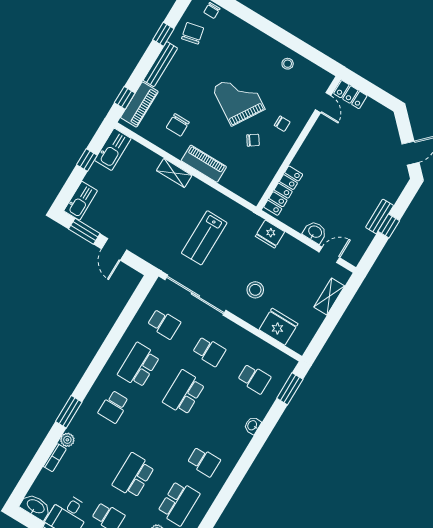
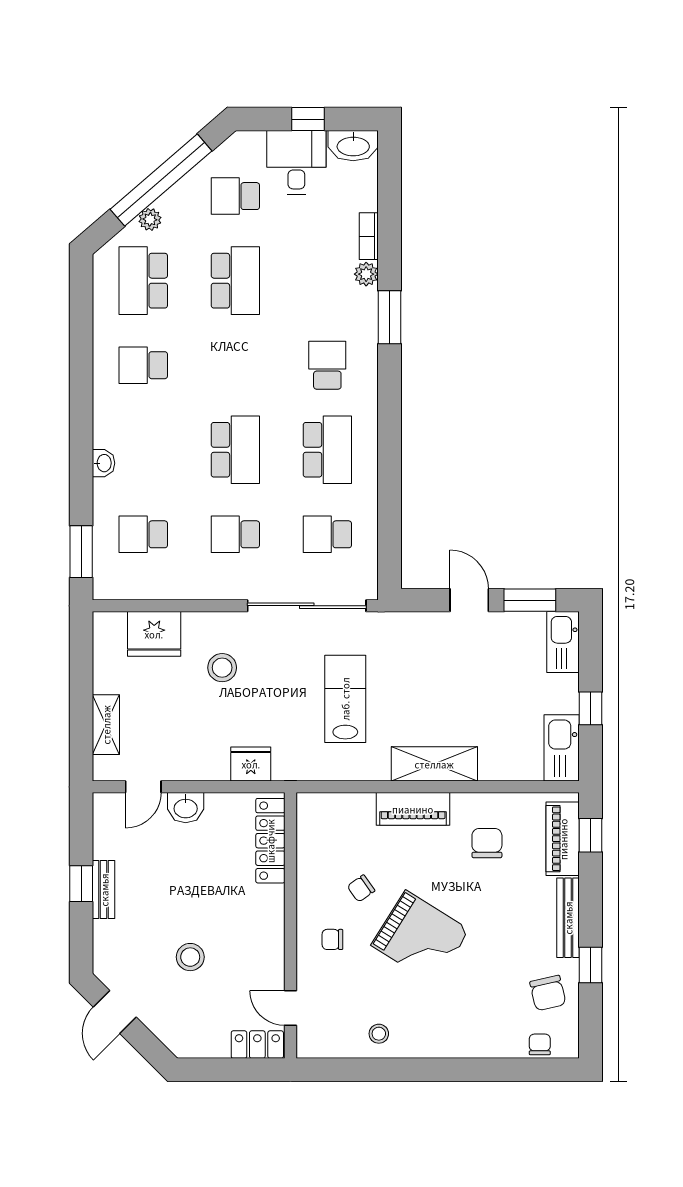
stool: (357, 157) -> (190, 957), added
shelving: (174, 173) -> (434, 764), width x1.50, depth x1.33

